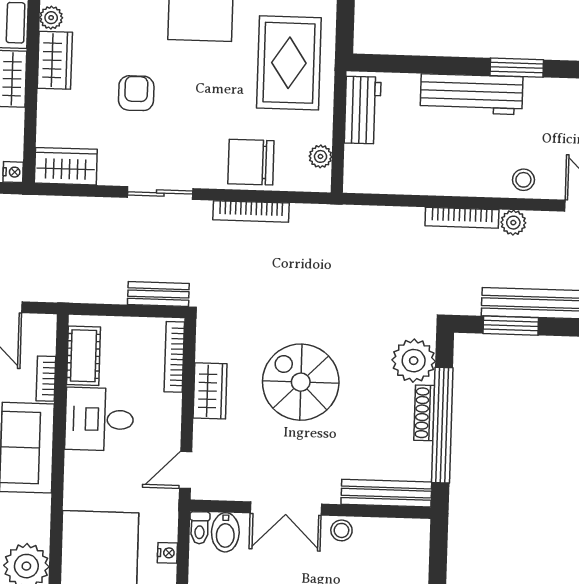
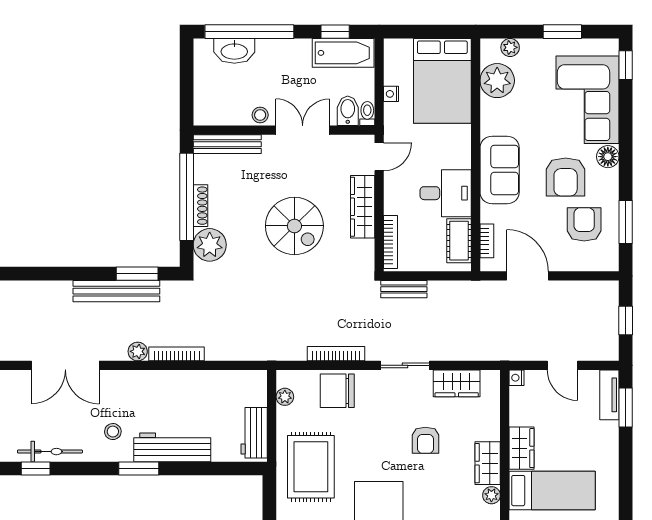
chair: (251, 162) -> (337, 391), turned 180
wardrobe: (66, 166) -> (457, 383), moved
stool: (523, 180) -> (113, 432), moved
bookcase: (46, 379) -> (487, 241), moved
wardrobe: (210, 391) -> (363, 207), width x1.50

